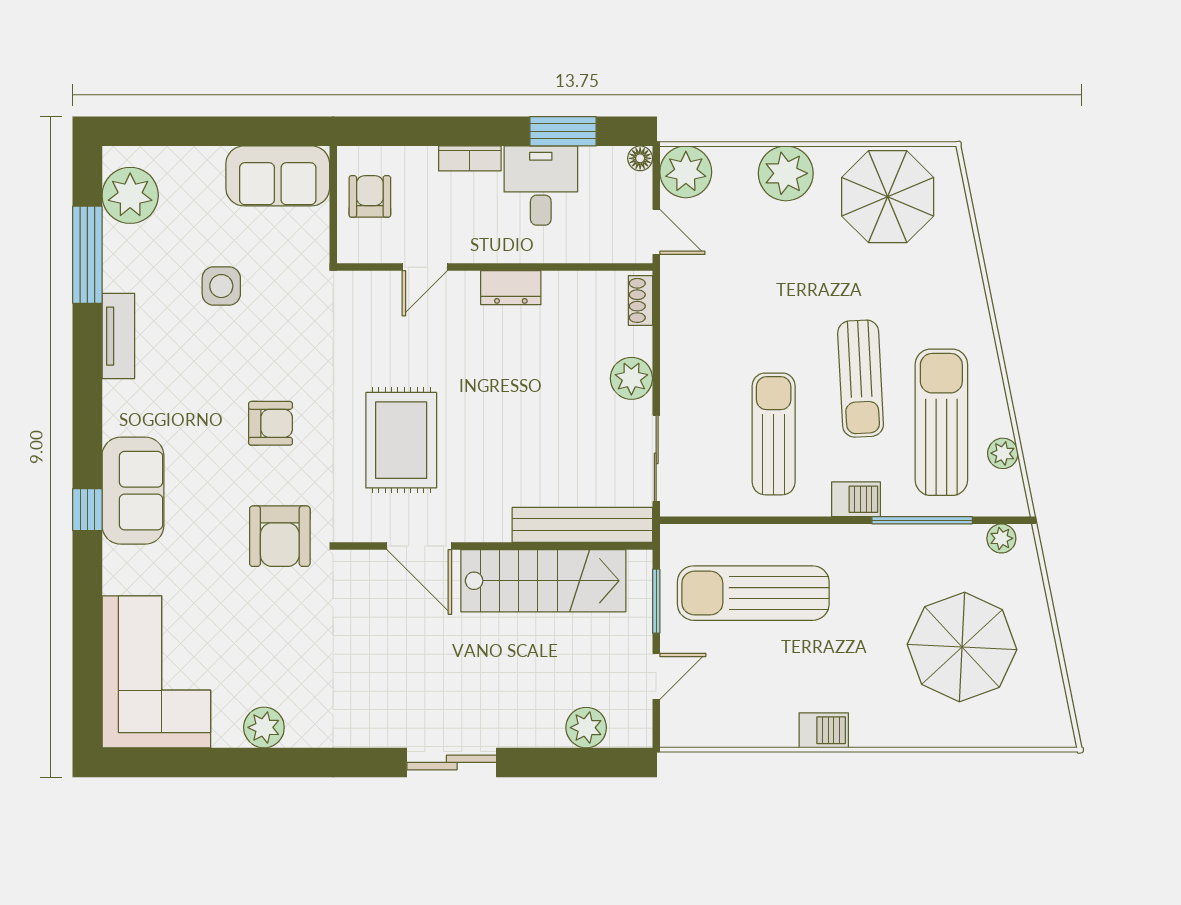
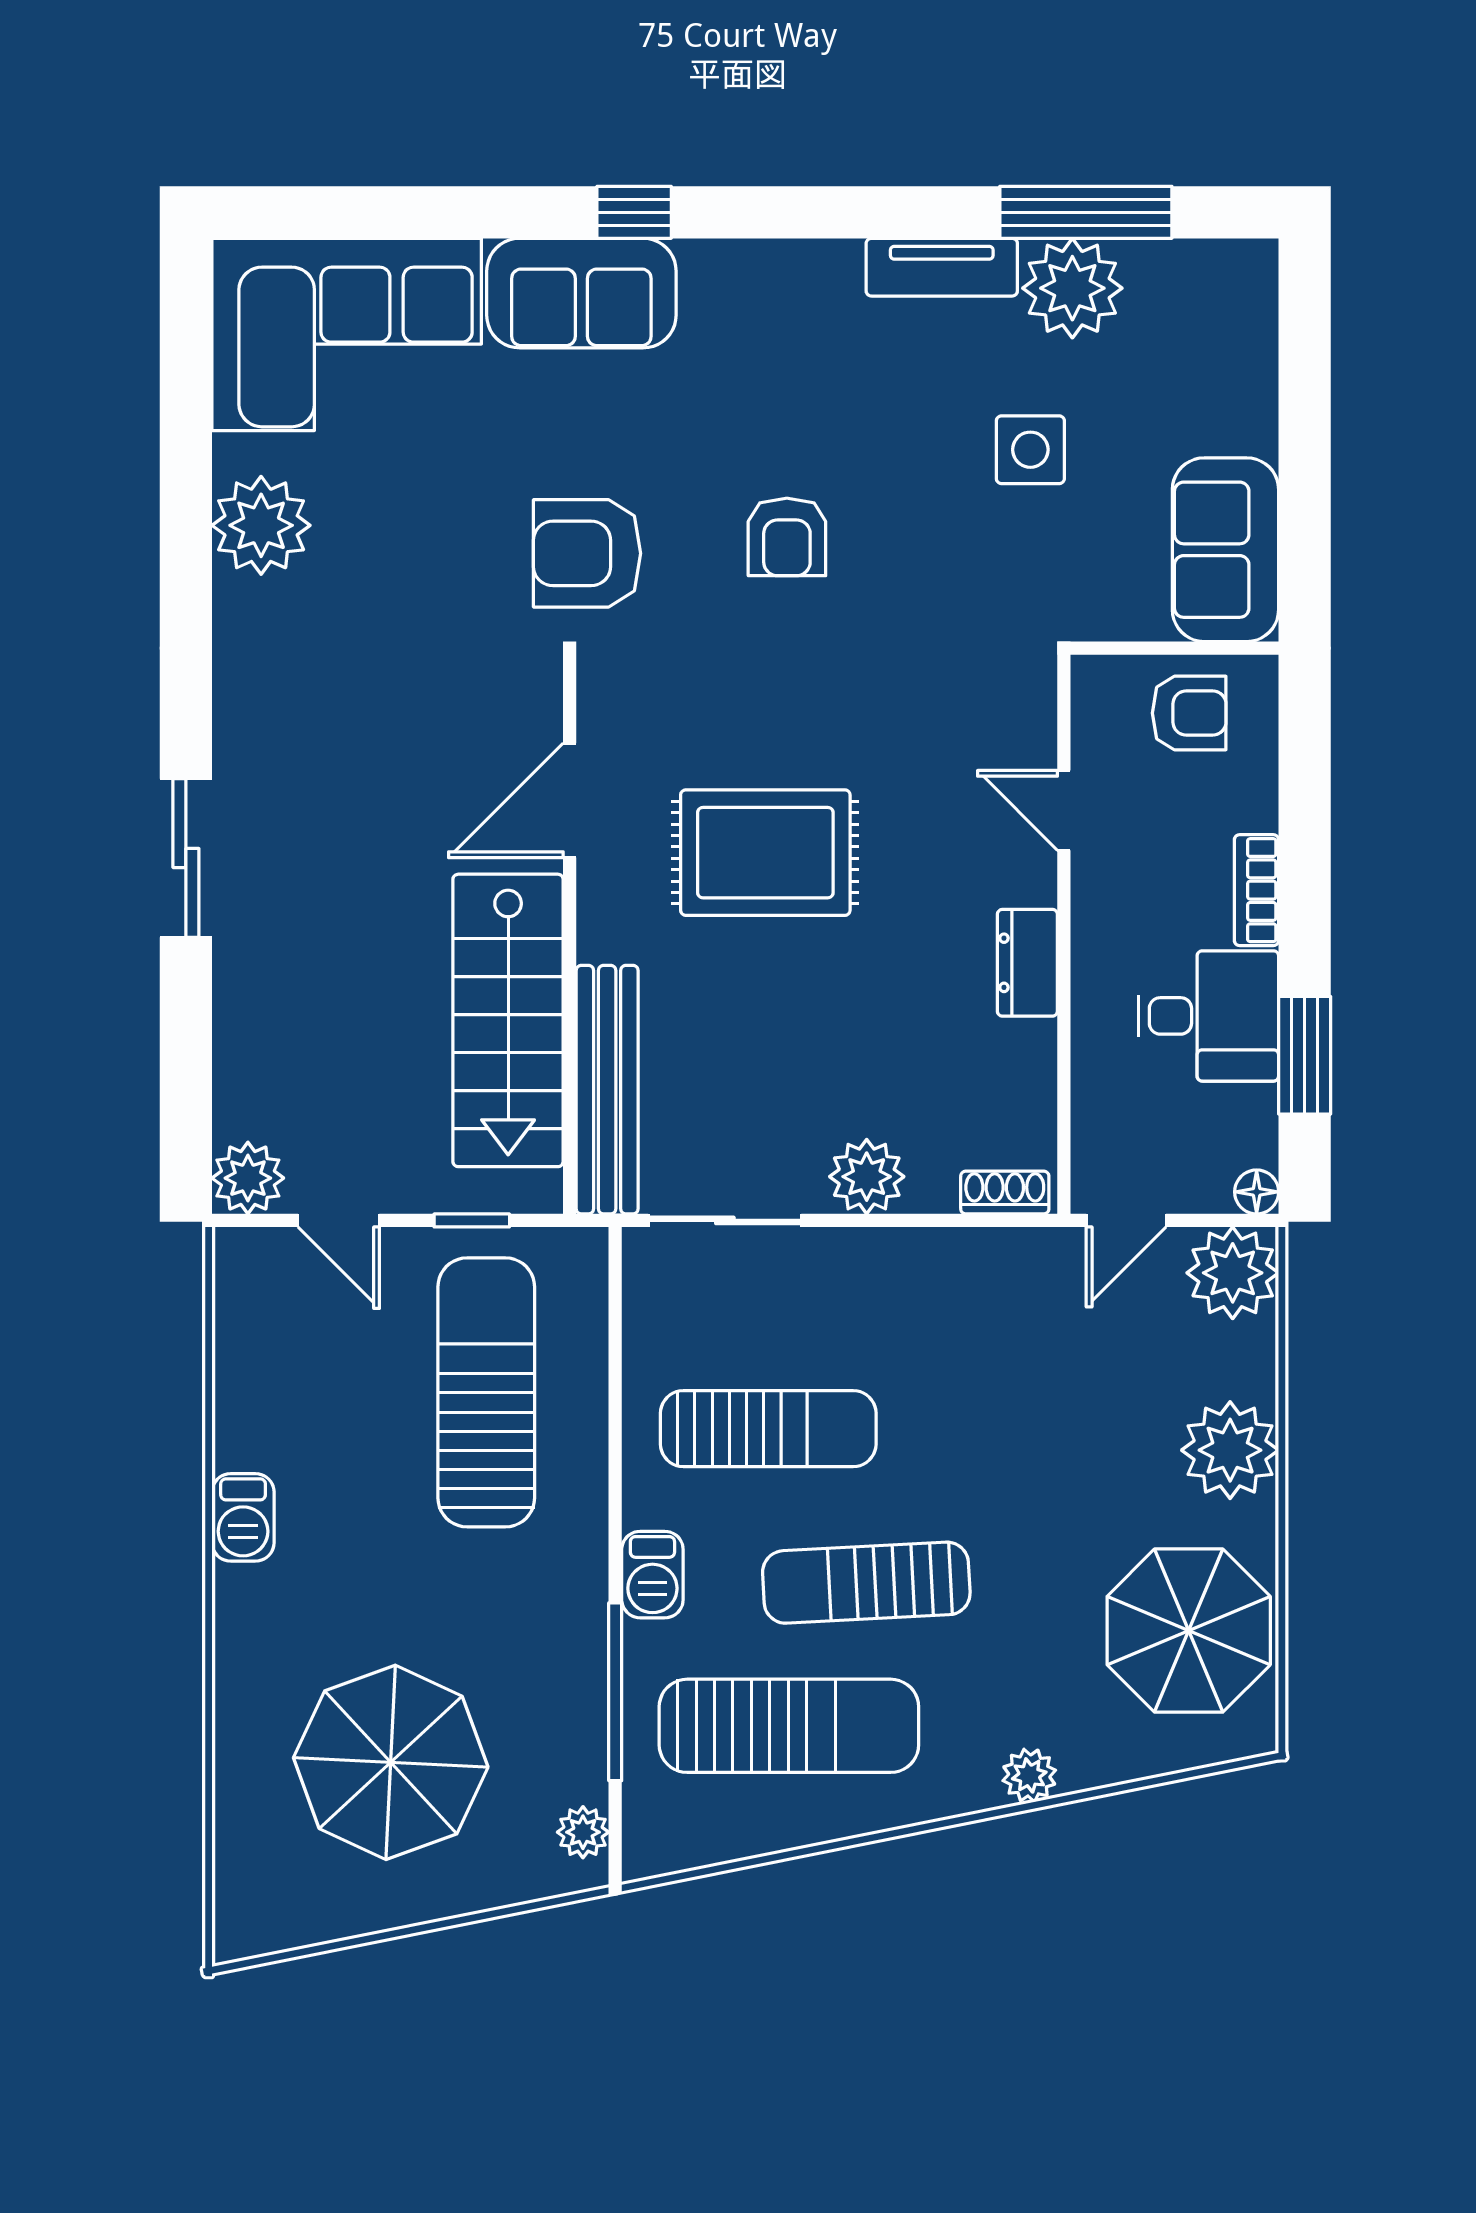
plant: (130, 195) -> (1072, 288), moved
rug: (401, 440) -> (765, 853), moved
plant: (1003, 453) -> (1029, 1775), moved
sofa: (133, 491) -> (581, 293), moved
window: (656, 601) -> (472, 1220), width x0.67
plant: (264, 727) -> (261, 525), width x1.36, depth x1.36
plant: (586, 728) -> (248, 1178), moved

